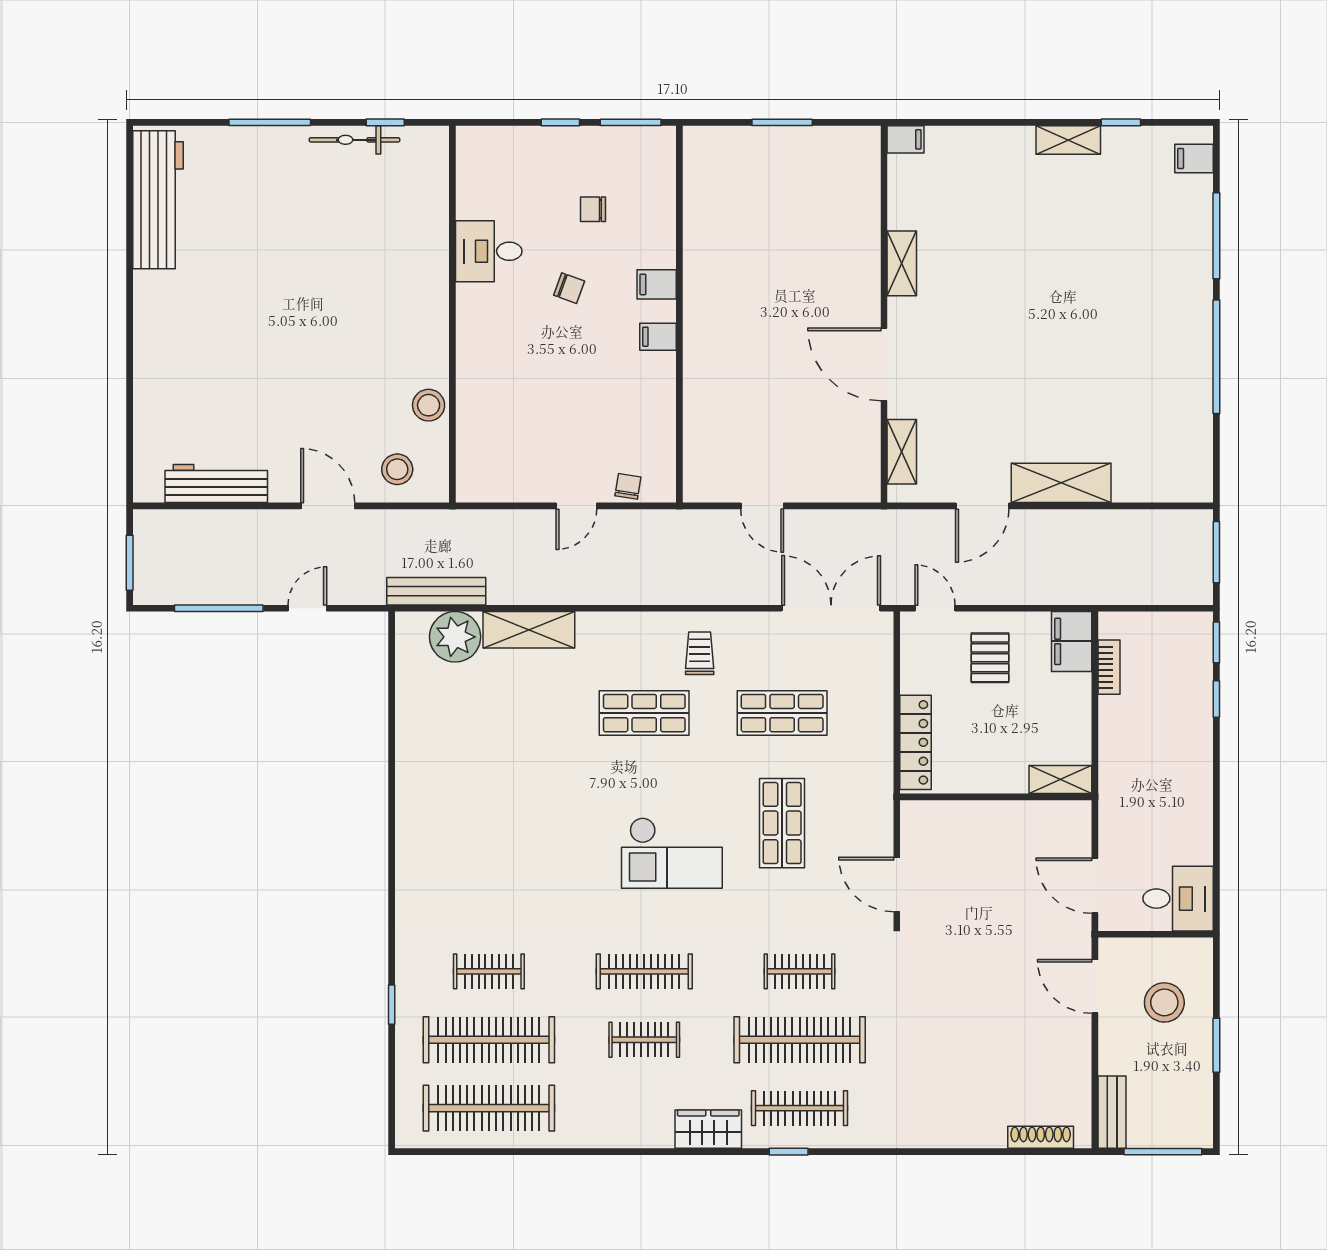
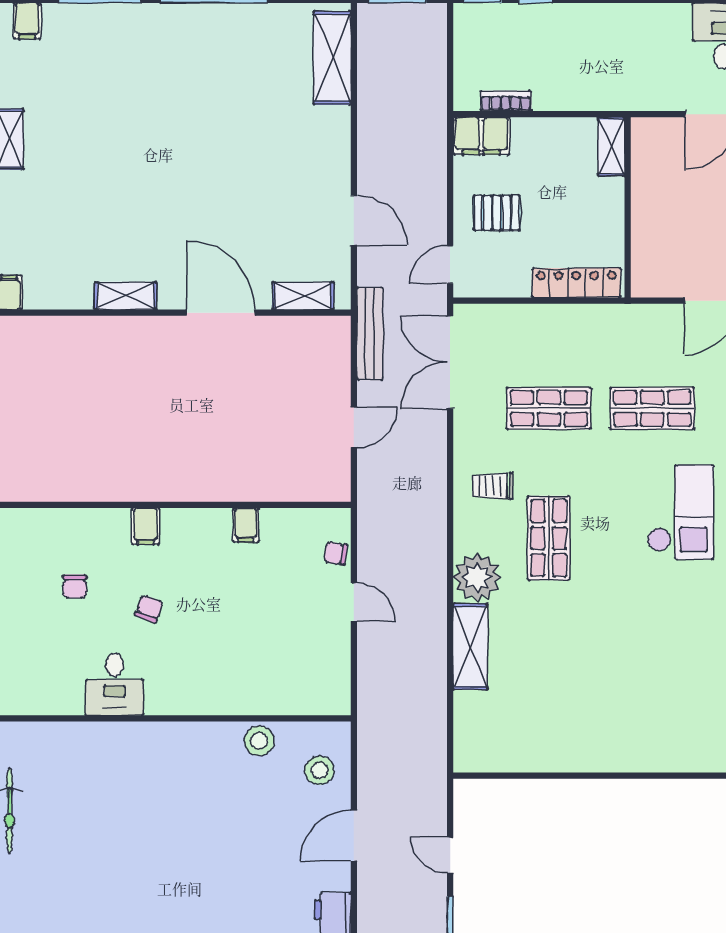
filing cabinet: (658, 337) -> (246, 525), moved
door: (884, 364) -> (221, 313), swing flipped
shelving: (1061, 483) -> (332, 58), moved
bench: (436, 591) -> (370, 334), moved
plant: (455, 637) -> (477, 577), moved
shop shelf: (782, 713) -> (549, 408), turned 90

